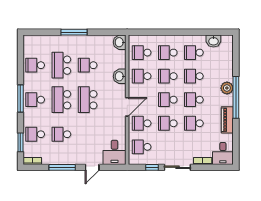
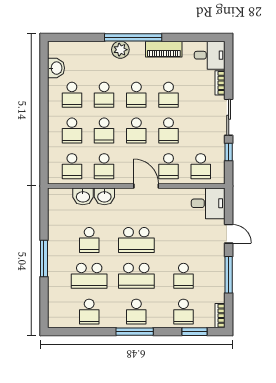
washbasin: (120, 42) -> (83, 196), moved

